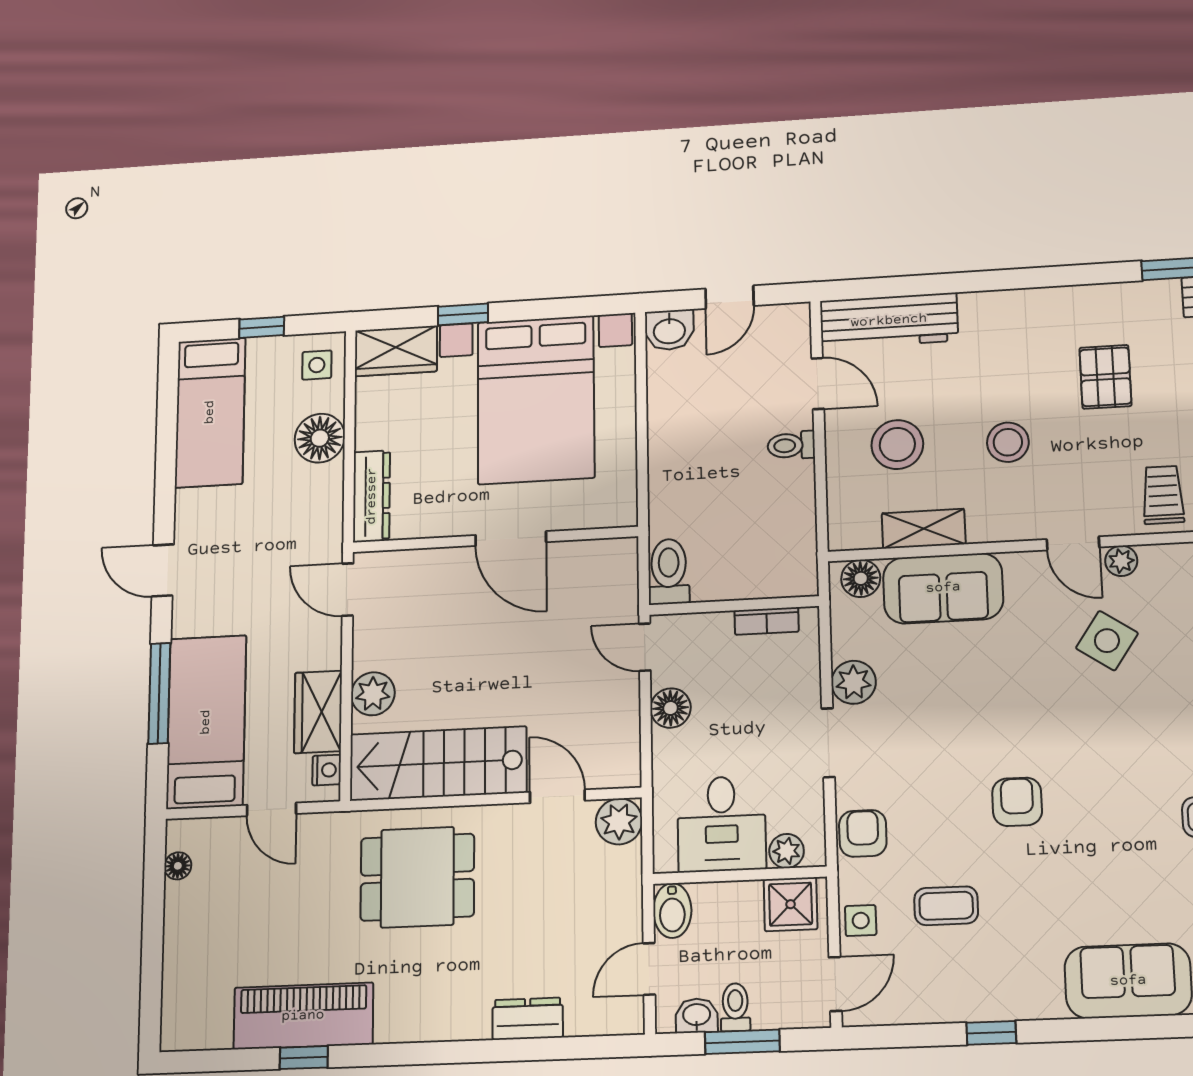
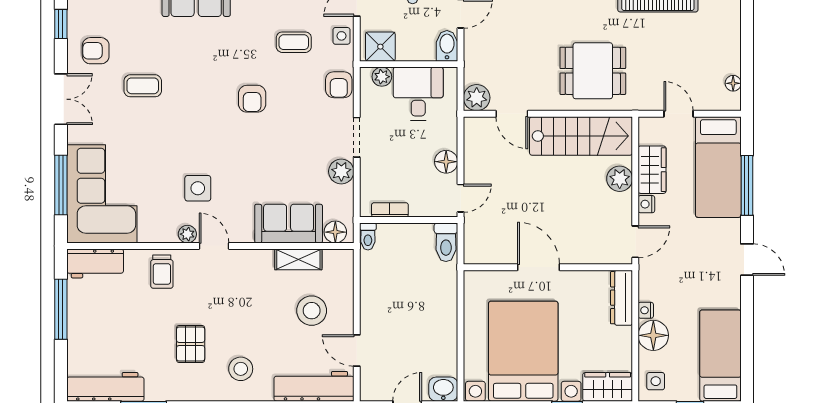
stool: (1008, 442) -> (241, 369), moved
toilet: (791, 445) -> (368, 236), moved, turned 90
nightstand: (332, 478) -> (646, 310), added
door: (348, 590) -> (635, 242), hinge flipped
side table: (1107, 641) -> (198, 188), turned -34
door: (645, 647) -> (461, 198), hinge flipped
nightstand: (327, 770) -> (646, 204), moved

